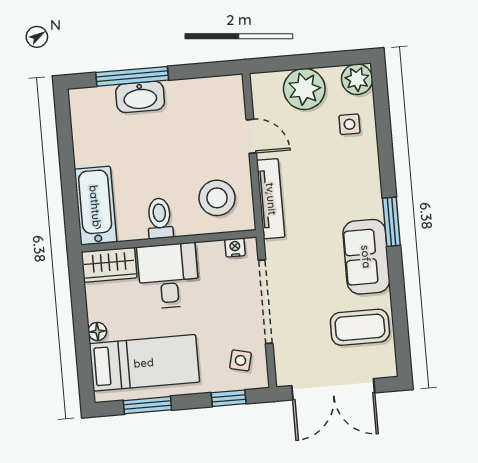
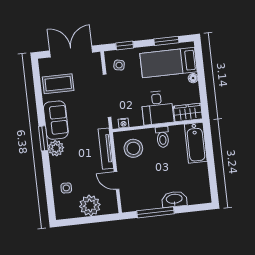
window: (132, 76) -> (155, 212), moved
plant: (357, 79) -> (56, 148), moved

